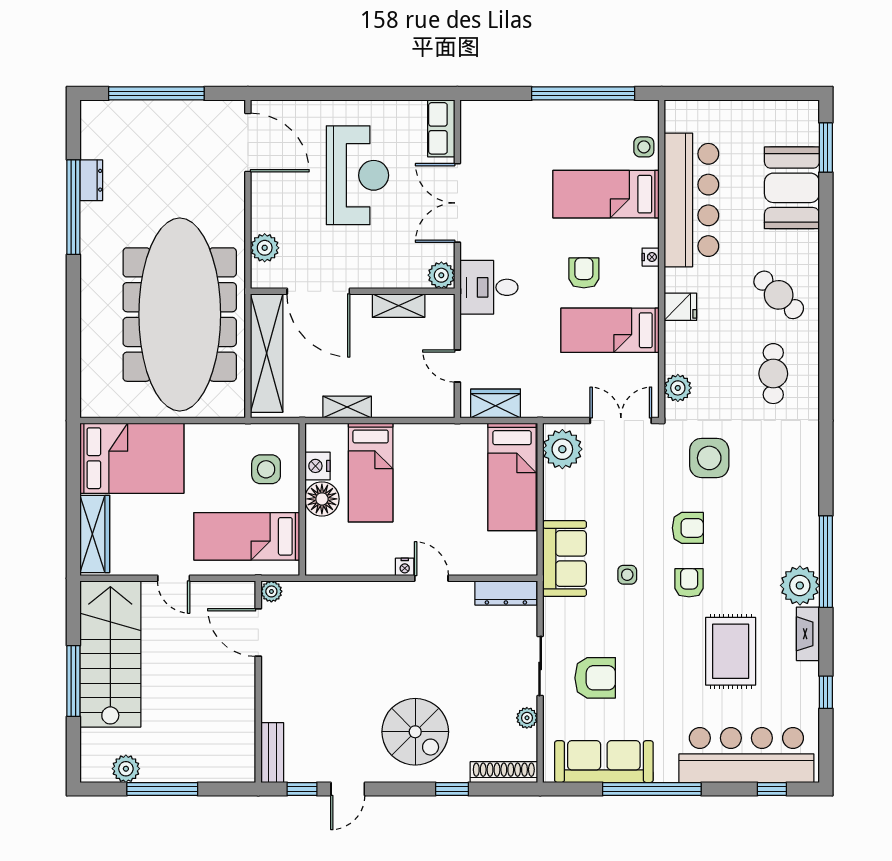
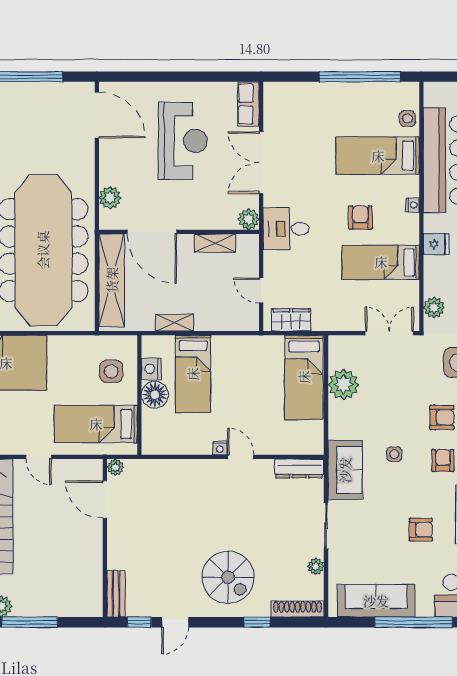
plant: (562, 449) -> (343, 385), moved
sofa: (565, 559) -> (345, 470), moved
armchair: (595, 678) -> (421, 530), moved, width x0.72, depth x0.72

